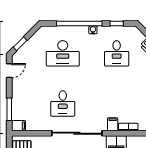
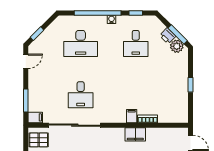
sliding door: (77, 133) -> (75, 125), moved

